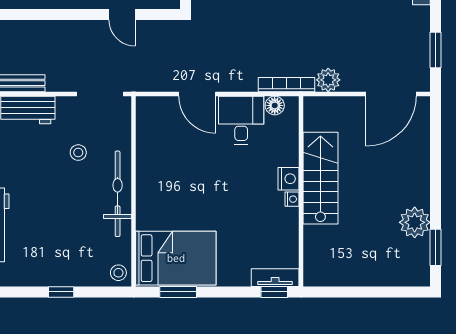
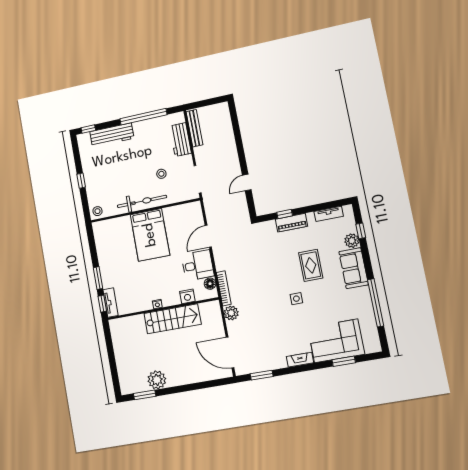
nightstand: (288, 179) -> (187, 296), moved
bed: (176, 258) -> (150, 235), moved
window: (178, 292) -> (98, 278), moved

